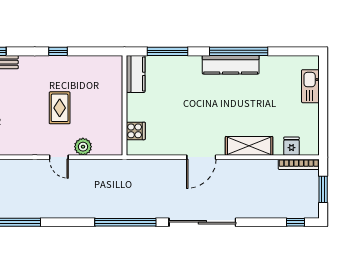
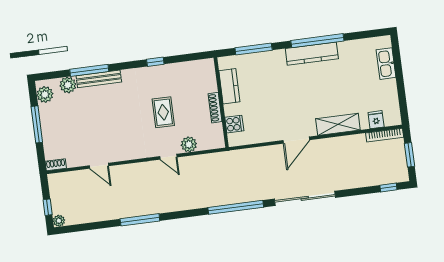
kitchen counter: (136, 74) -> (229, 86), moved
shoe rack: (117, 110) -> (215, 108), added

